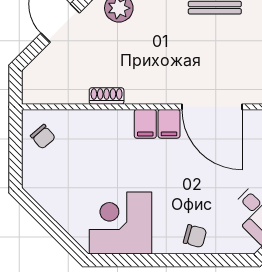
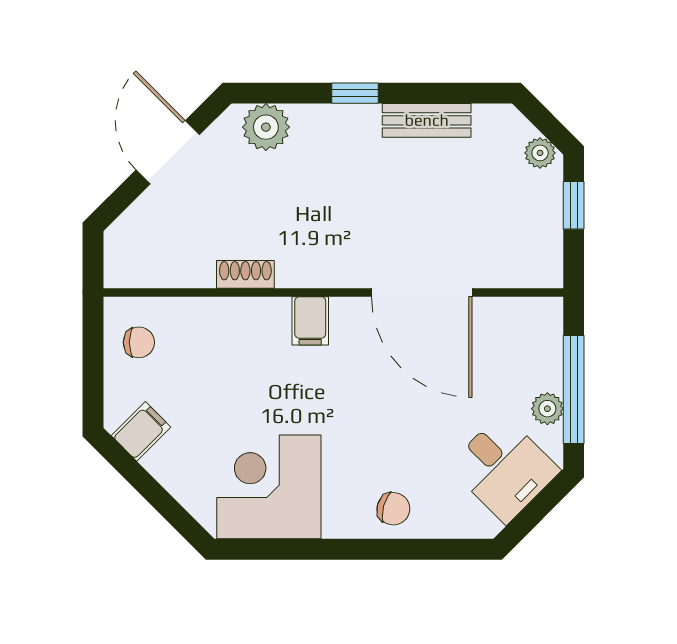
filing cabinet: (169, 124) -> (141, 431), moved, turned -135
chair: (43, 137) -> (139, 342), turned -49

